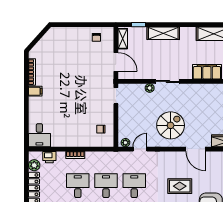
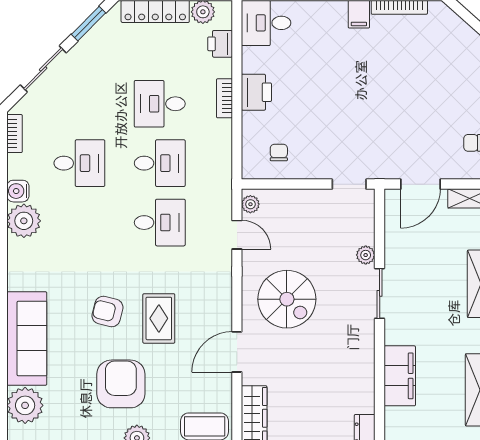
printer: (72, 140) -> (256, 92), added
desk: (78, 186) -> (160, 104), turned 180

